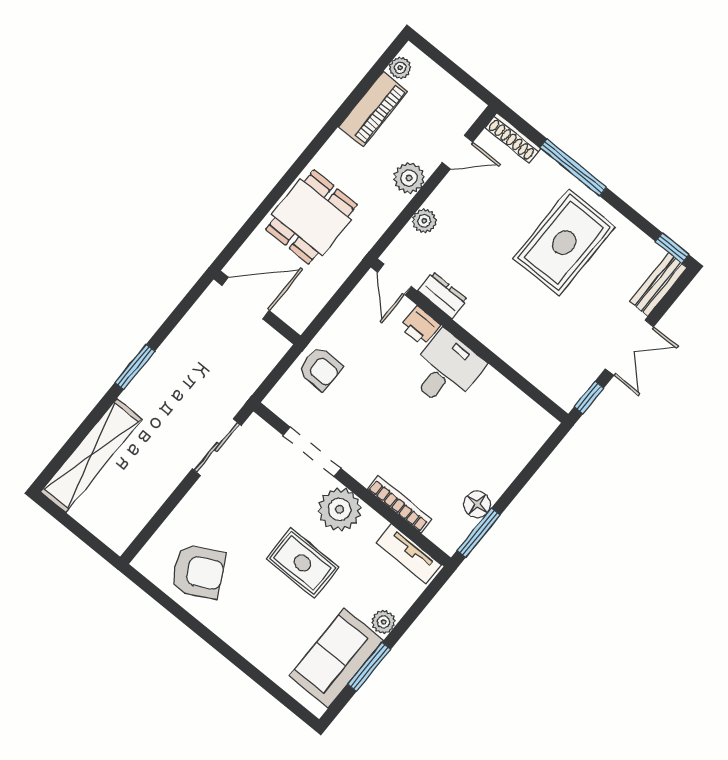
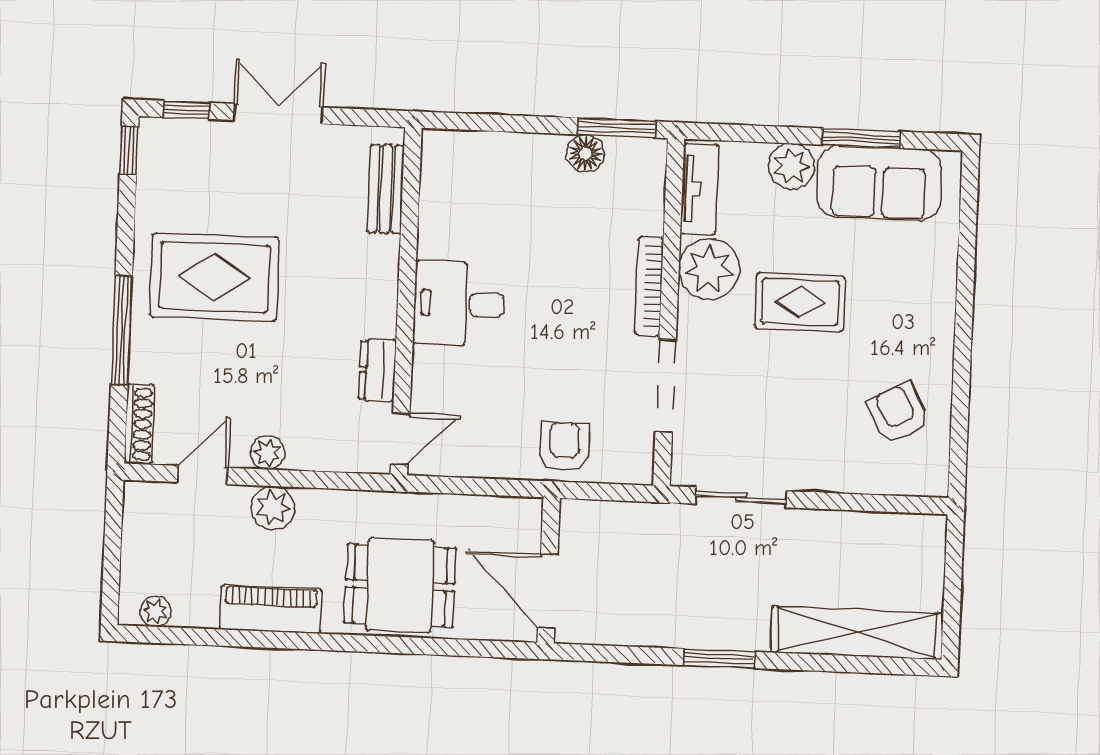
piano: (373, 109) -> (271, 609), moved
door: (457, 152) -> (203, 475), hinge flipped
plant: (424, 221) -> (268, 453), moved
bench: (658, 284) -> (386, 189), moved, turned 90
printer: (420, 326) -> (431, 370), removed
window: (589, 397) -> (187, 110), moved
bookcase: (399, 504) -> (649, 286), moved
plant: (340, 509) -> (709, 269), moved
rug: (302, 563) -> (800, 302), turned 90
armchair: (198, 572) -> (898, 413), width x0.72, depth x0.72
plant: (383, 622) -> (791, 166), width x1.38, depth x1.38

